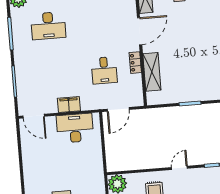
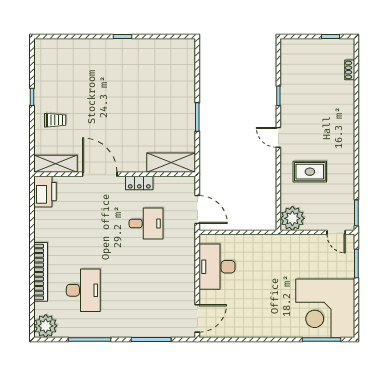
shelving: (152, 72) -> (171, 163), moved
filing cabinet: (69, 105) -> (186, 272), removed

